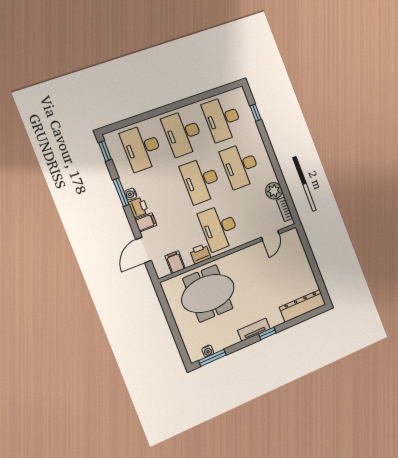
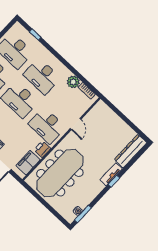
door: (270, 236) -> (76, 124), moved
filing cabinet: (175, 262) -> (28, 163), width x2.00
meeting table: (208, 293) -> (60, 173), width x1.36
tv unit: (254, 330) -> (111, 174), moved

